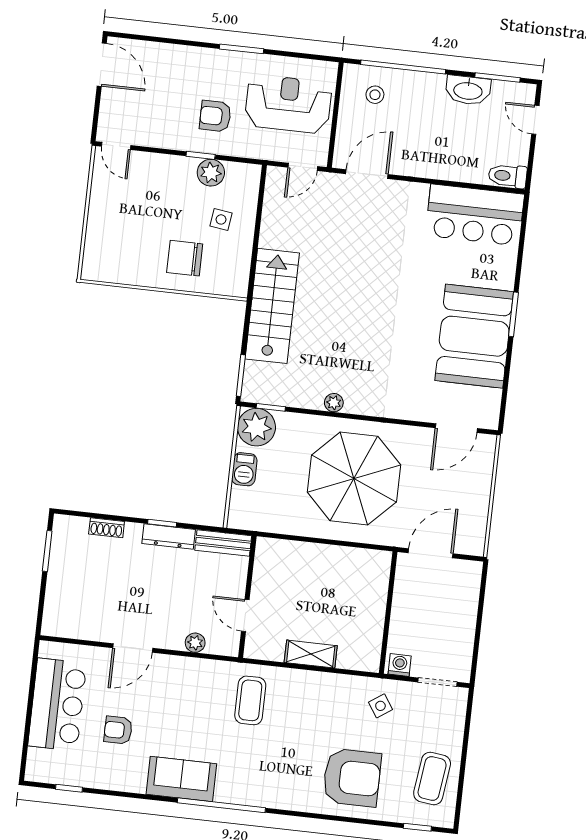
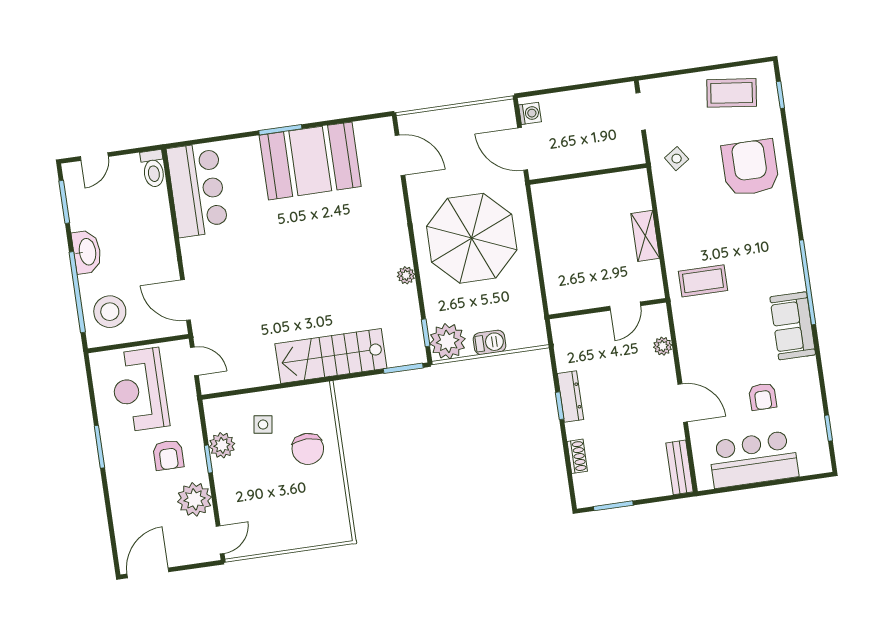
washbasin: (468, 90) -> (87, 252), moved
stool: (375, 95) -> (110, 312), width x1.89, depth x1.89
plant: (164, 131) -> (194, 499), added
bench: (223, 543) -> (680, 467), moved
washing machine: (400, 665) -> (530, 113), moved, turned 180

